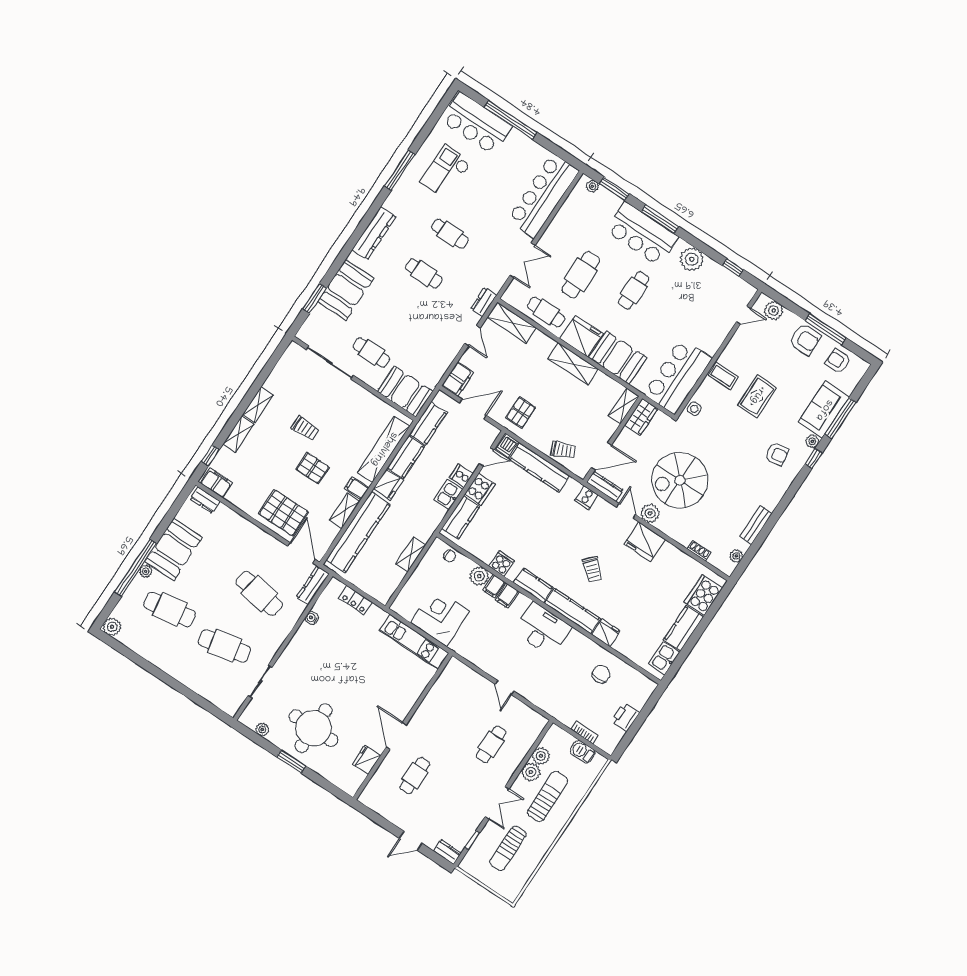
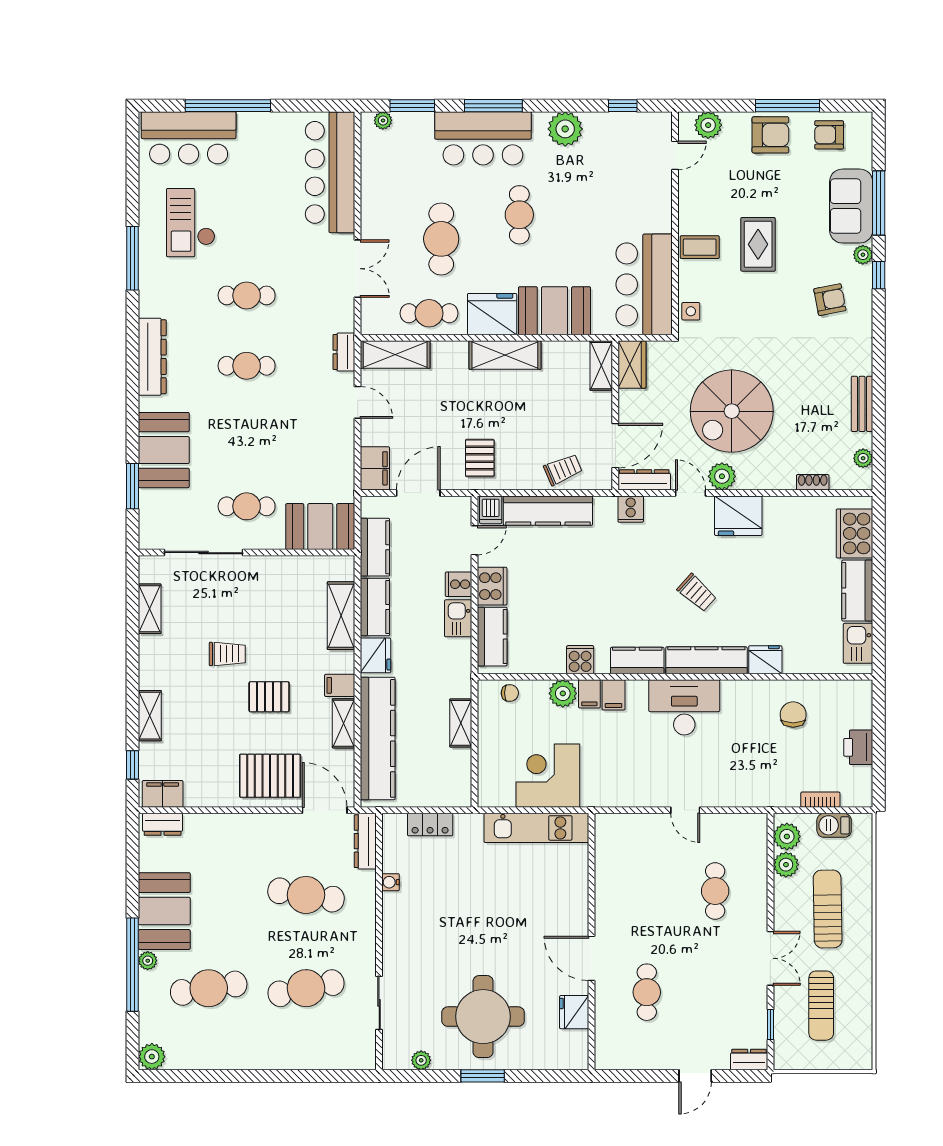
shelving: (258, 405) -> (150, 609), moved
shelving: (384, 449) -> (341, 616), width x0.68
plant: (531, 772) -> (787, 836), moved

